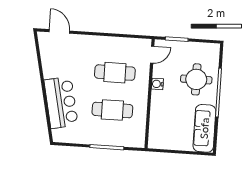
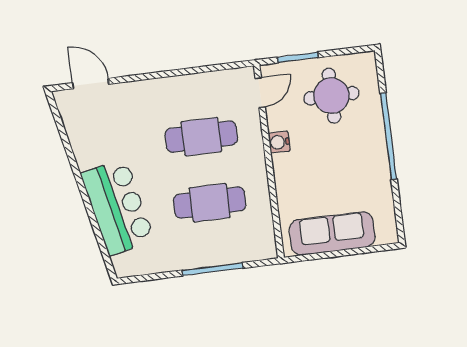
round table: (196, 79) -> (331, 96), moved
sofa: (204, 128) -> (332, 233), moved, turned 90

